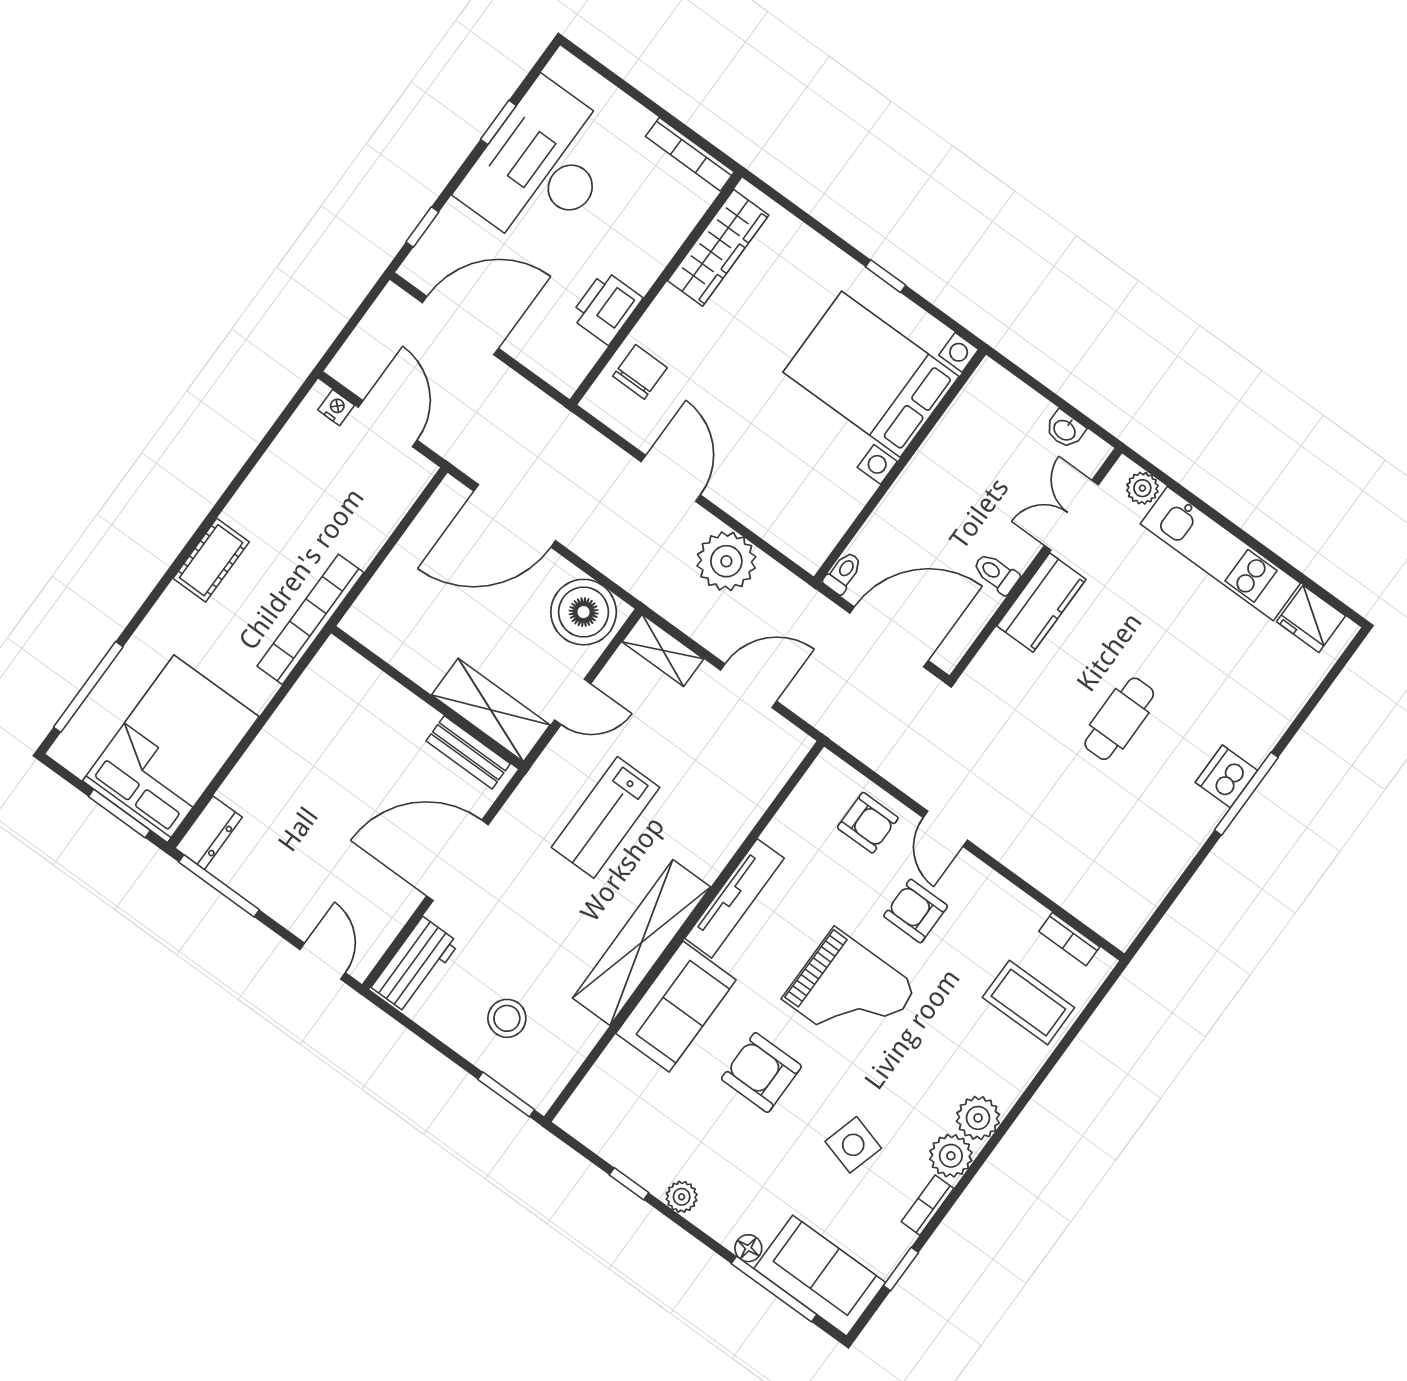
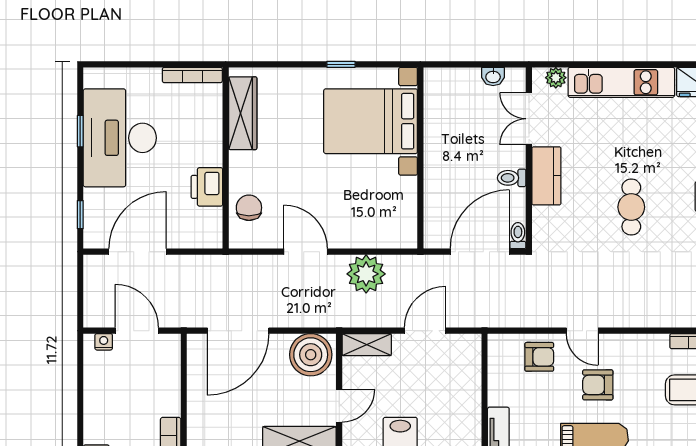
toilet: (843, 573) -> (518, 236), moved

